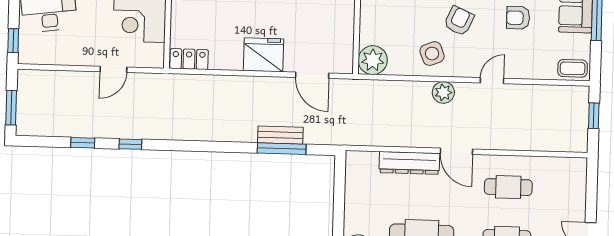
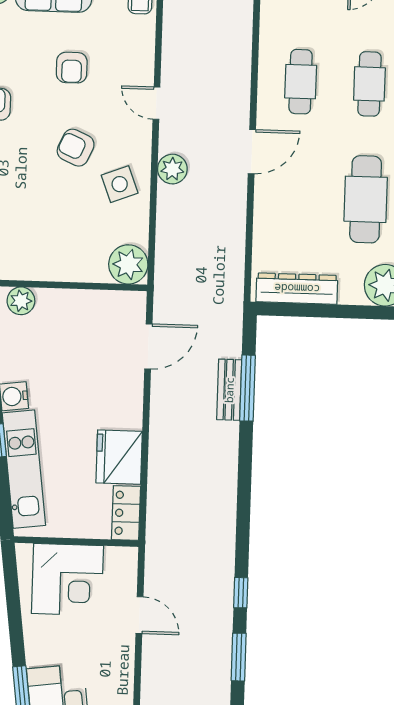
fridge: (264, 55) -> (119, 457), moved
window: (83, 143) -> (239, 657), width x1.50
dresser: (409, 163) -> (297, 289), moved, turned -90

